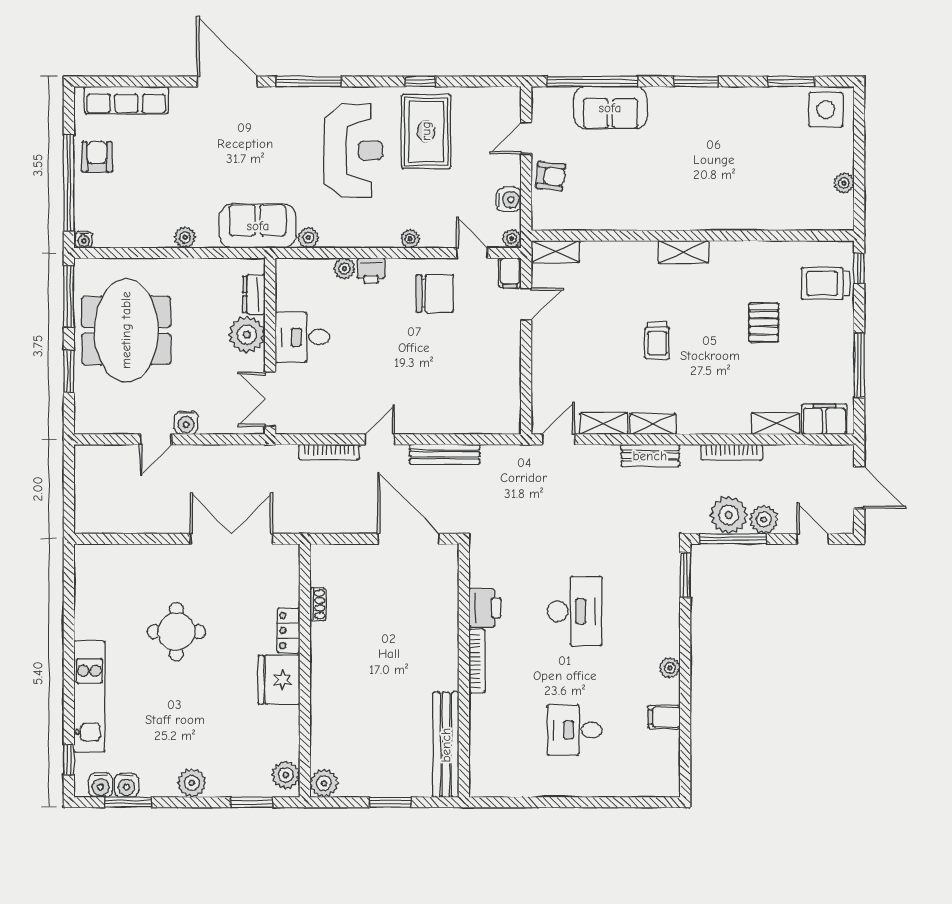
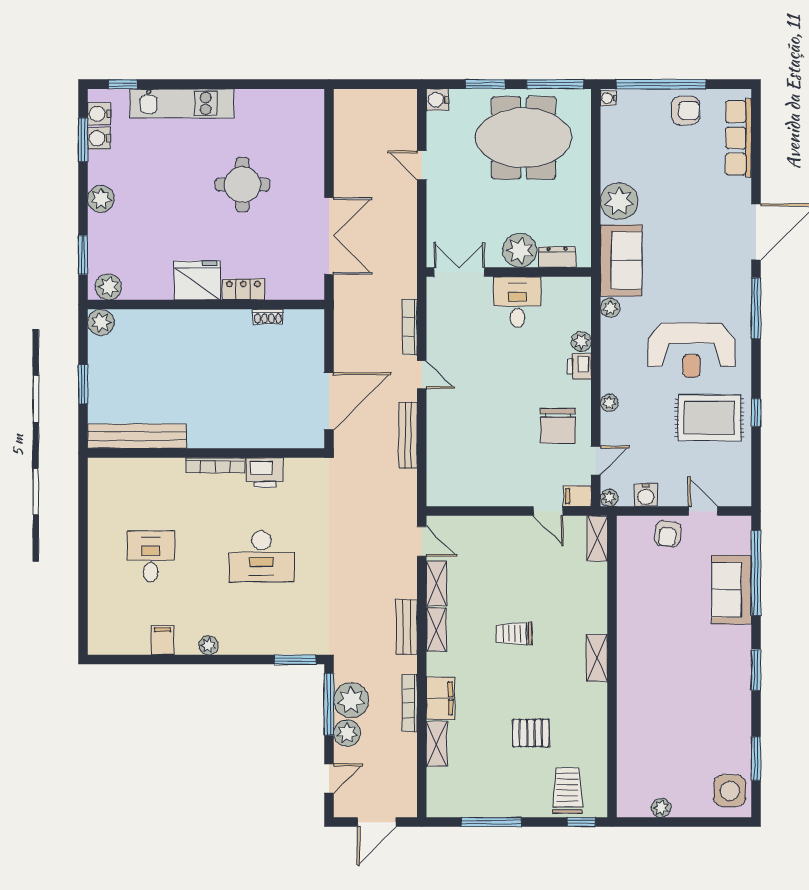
plant: (185, 237) -> (619, 201), width x1.88, depth x1.88
filing cabinet: (824, 419) -> (441, 698), moved
water cooler: (186, 423) -> (437, 100), moved

